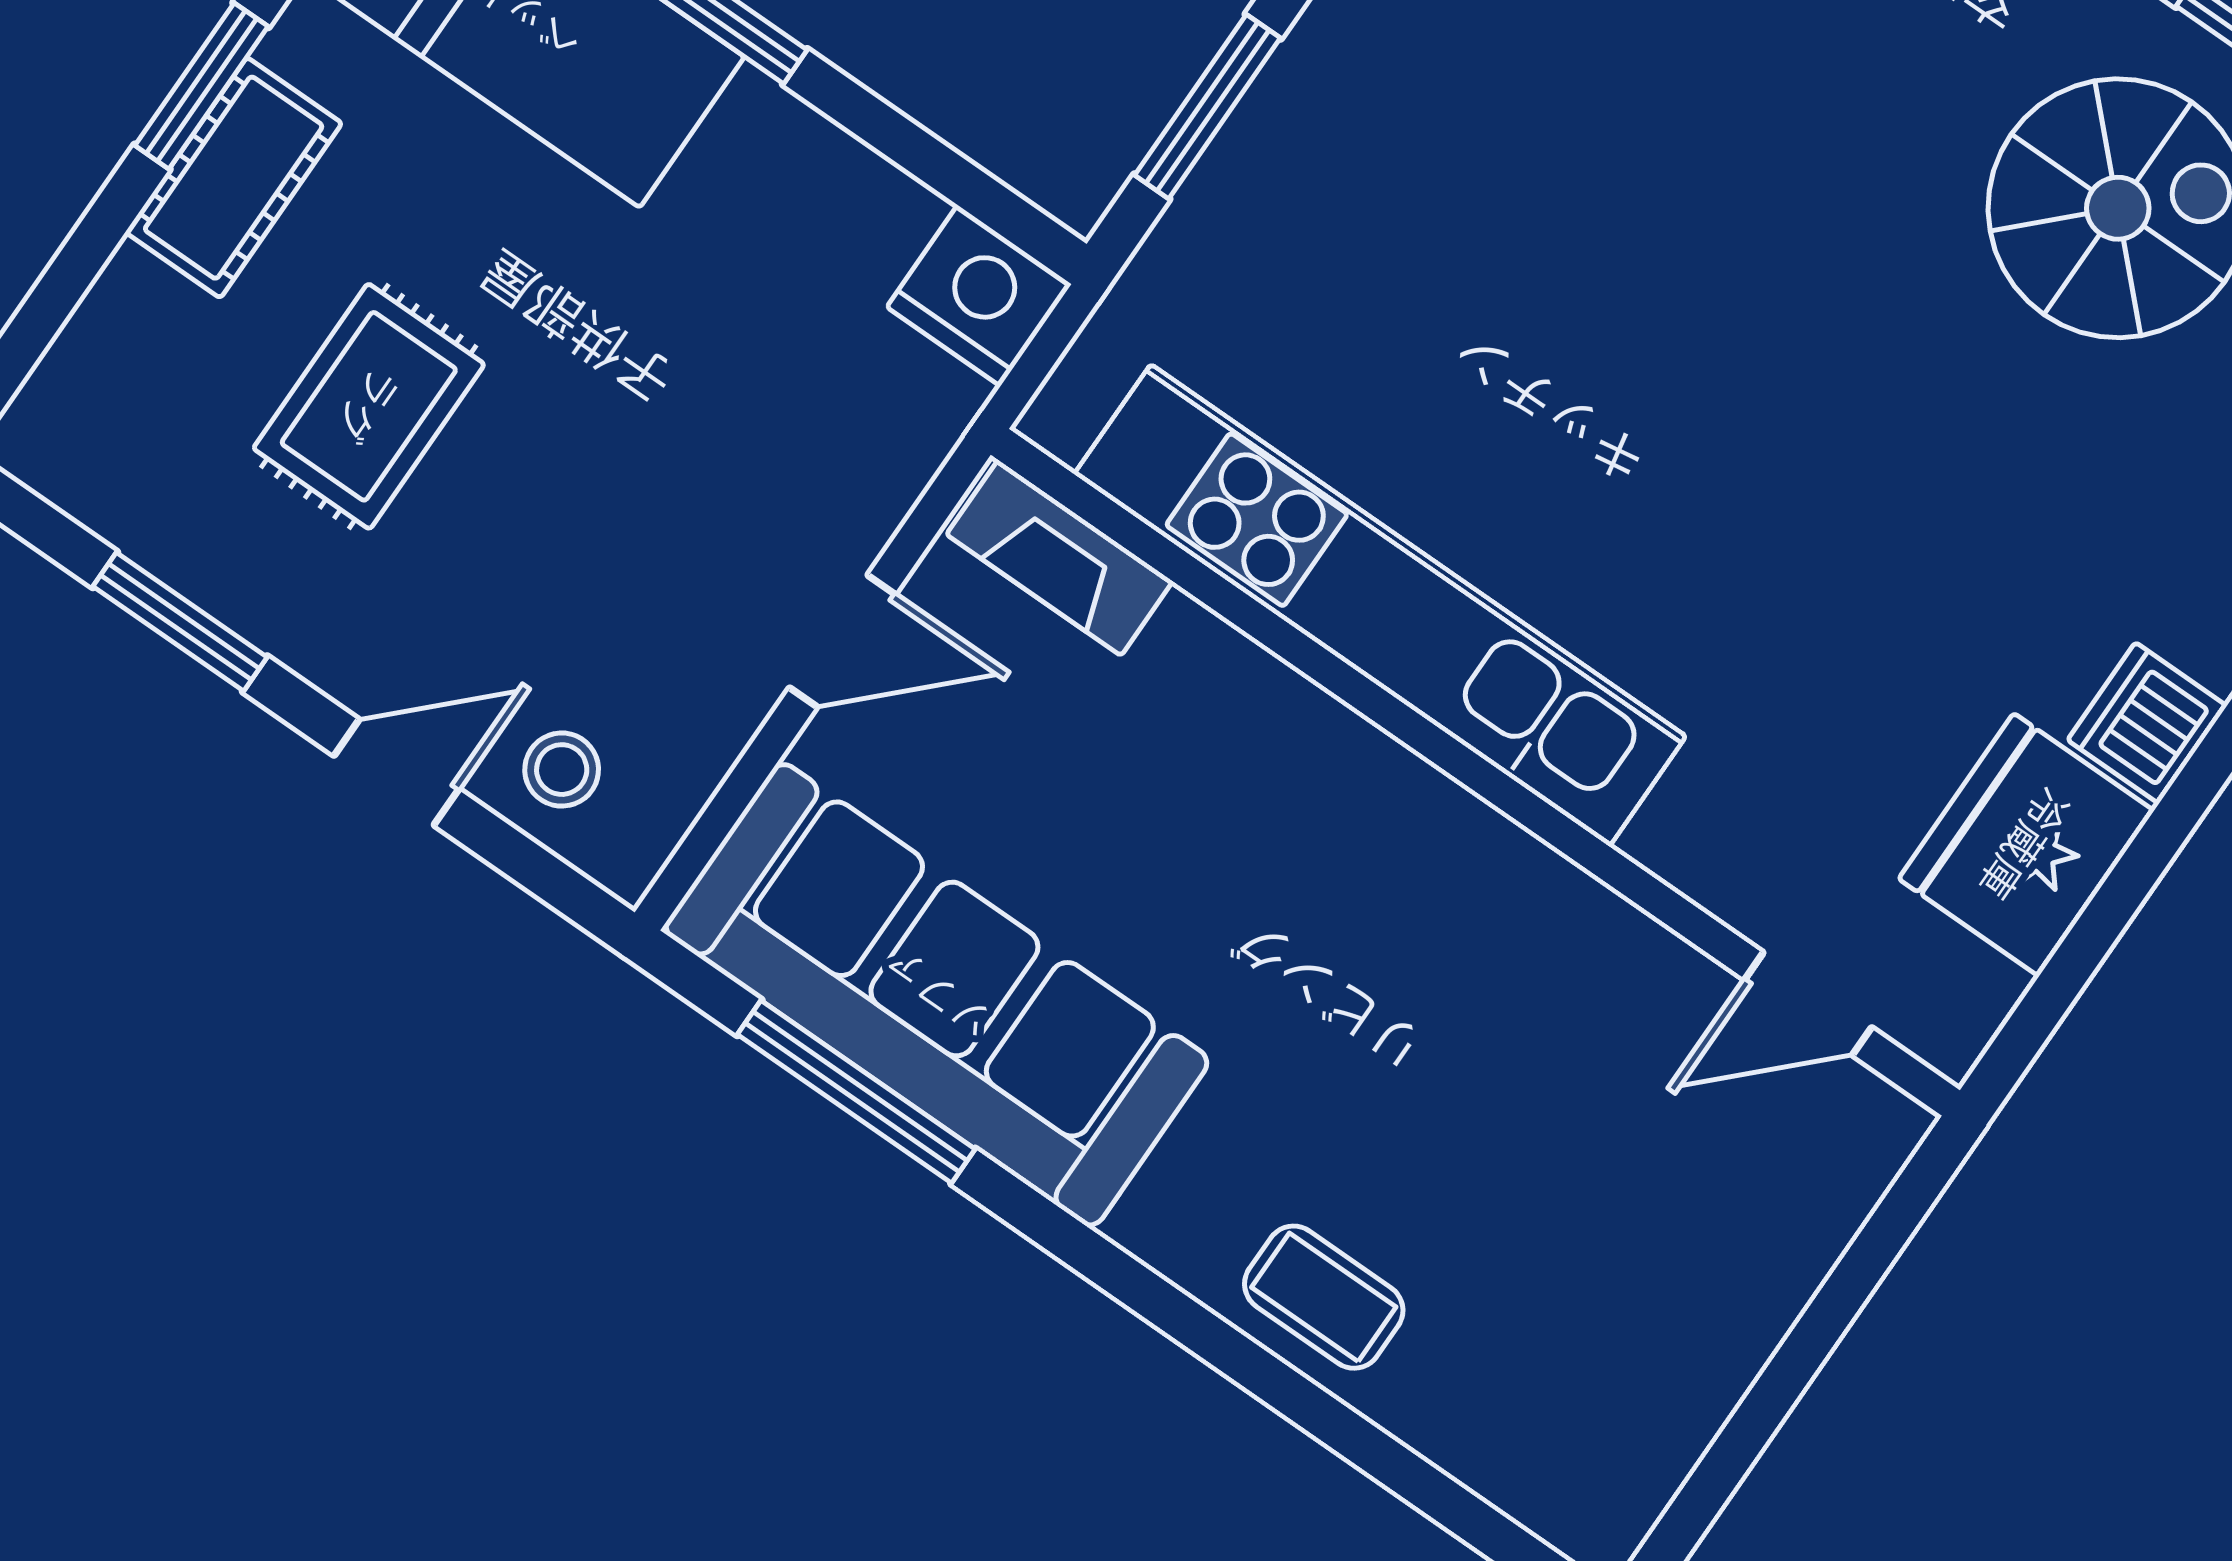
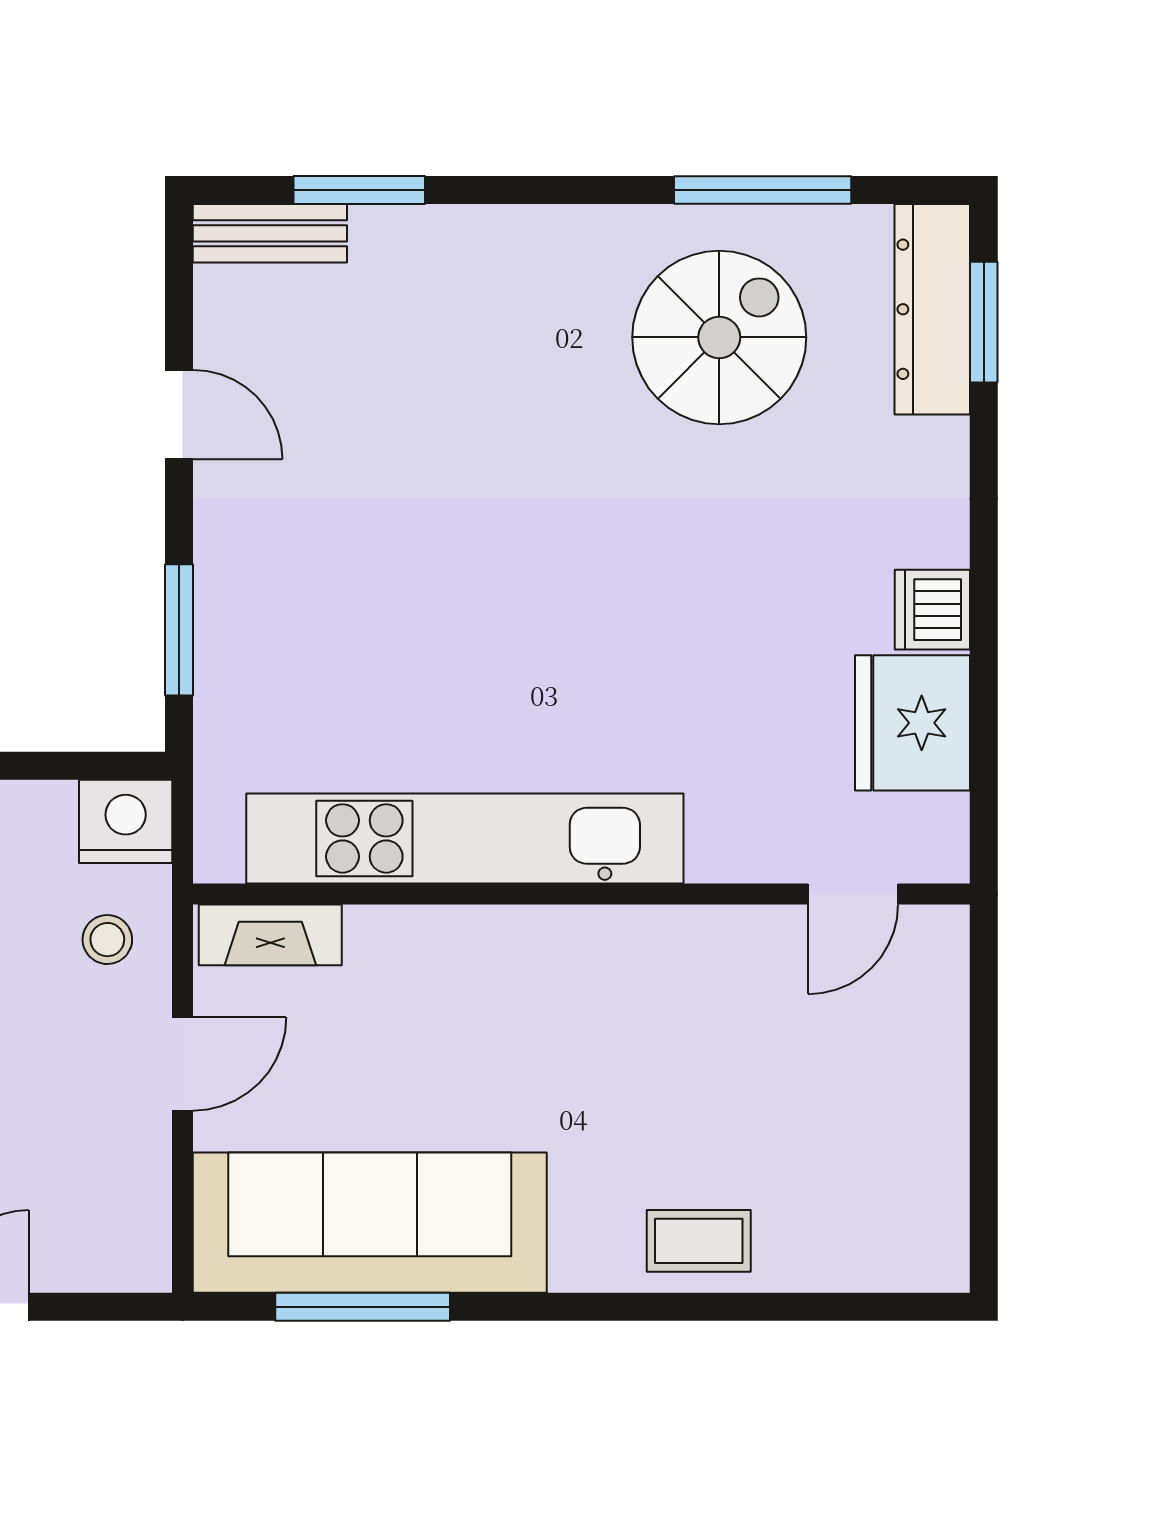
stool: (562, 770) -> (107, 940), moved

